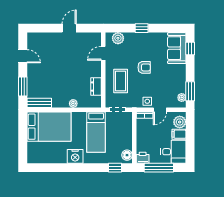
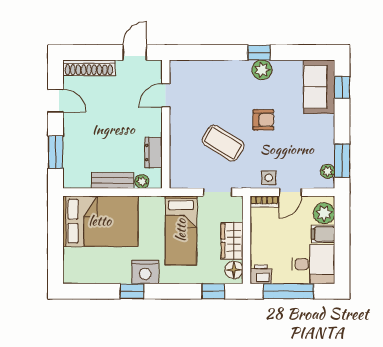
shoe rack: (42, 37) -> (89, 68), added
plant: (118, 38) -> (262, 70), moved
door: (103, 53) -> (166, 95), moved
wall: (103, 70) -> (166, 124), moved
coffee table: (121, 81) -> (223, 143), turned -58
dresser: (96, 87) -> (153, 152), moved
bench: (39, 103) -> (113, 180), moved
wardrobe: (126, 138) -> (232, 241), added
window: (67, 168) -> (132, 291), added

